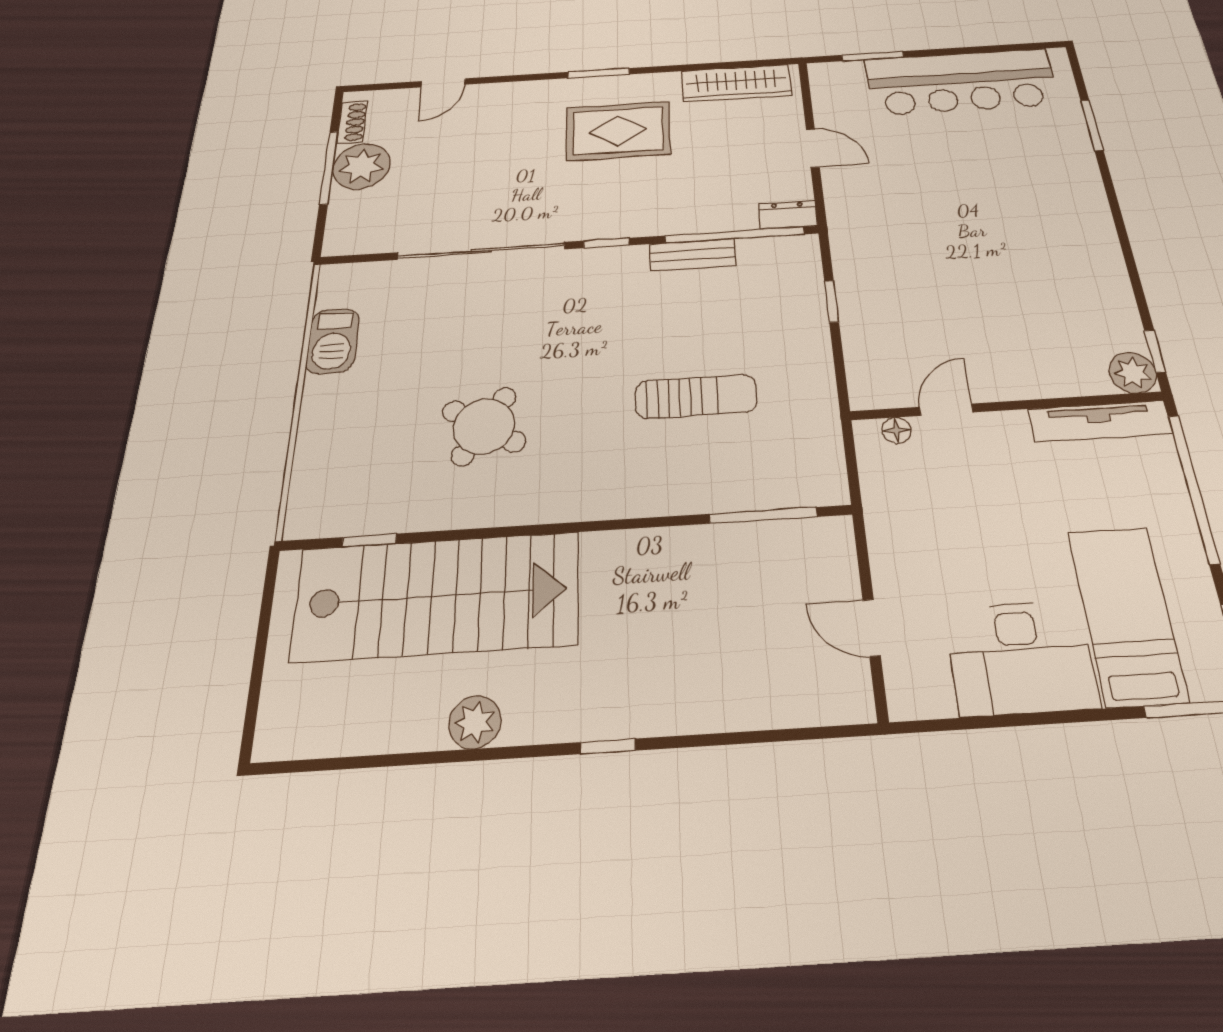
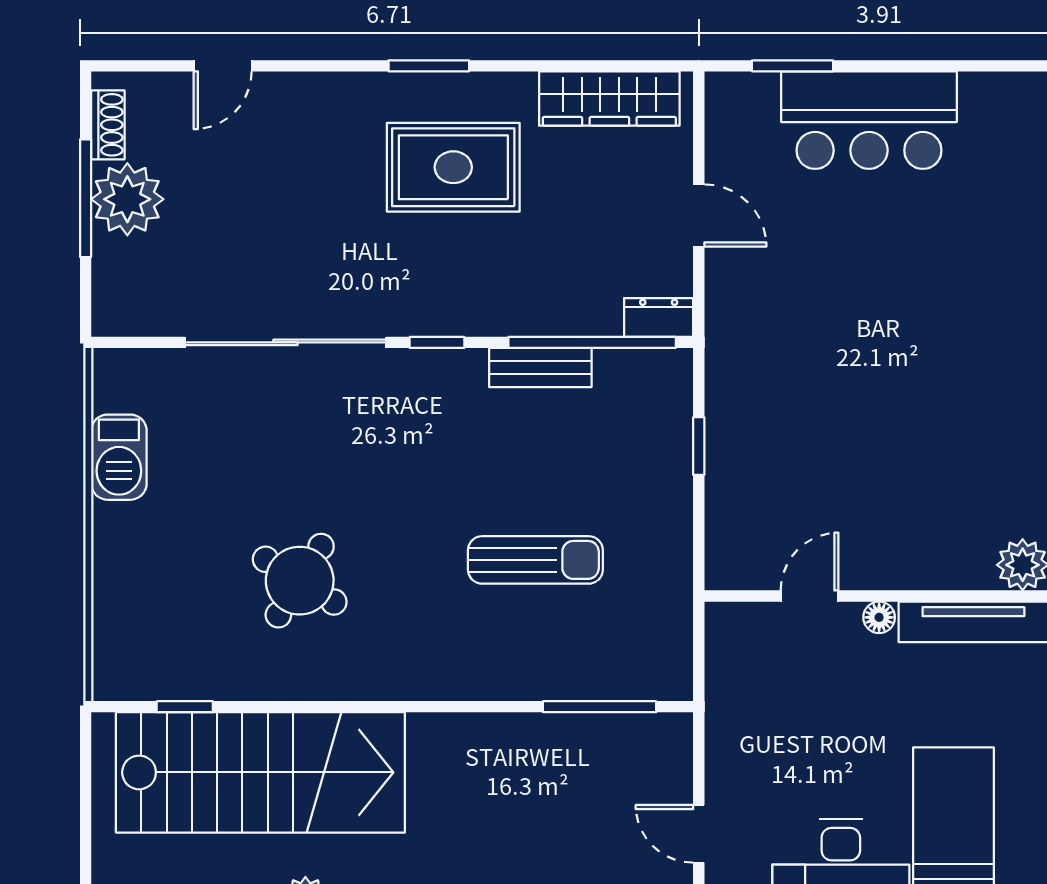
bar counter: (961, 82) -> (869, 120), width x0.73
floor lamp: (897, 430) -> (879, 617), moved

